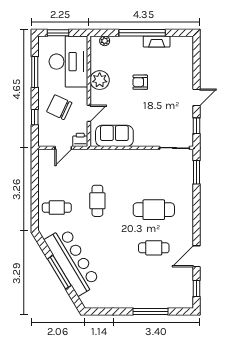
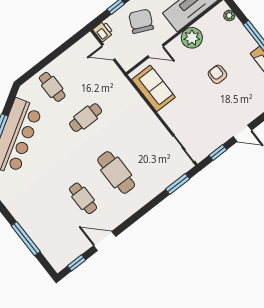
printer: (80, 140) -> (103, 31), moved

